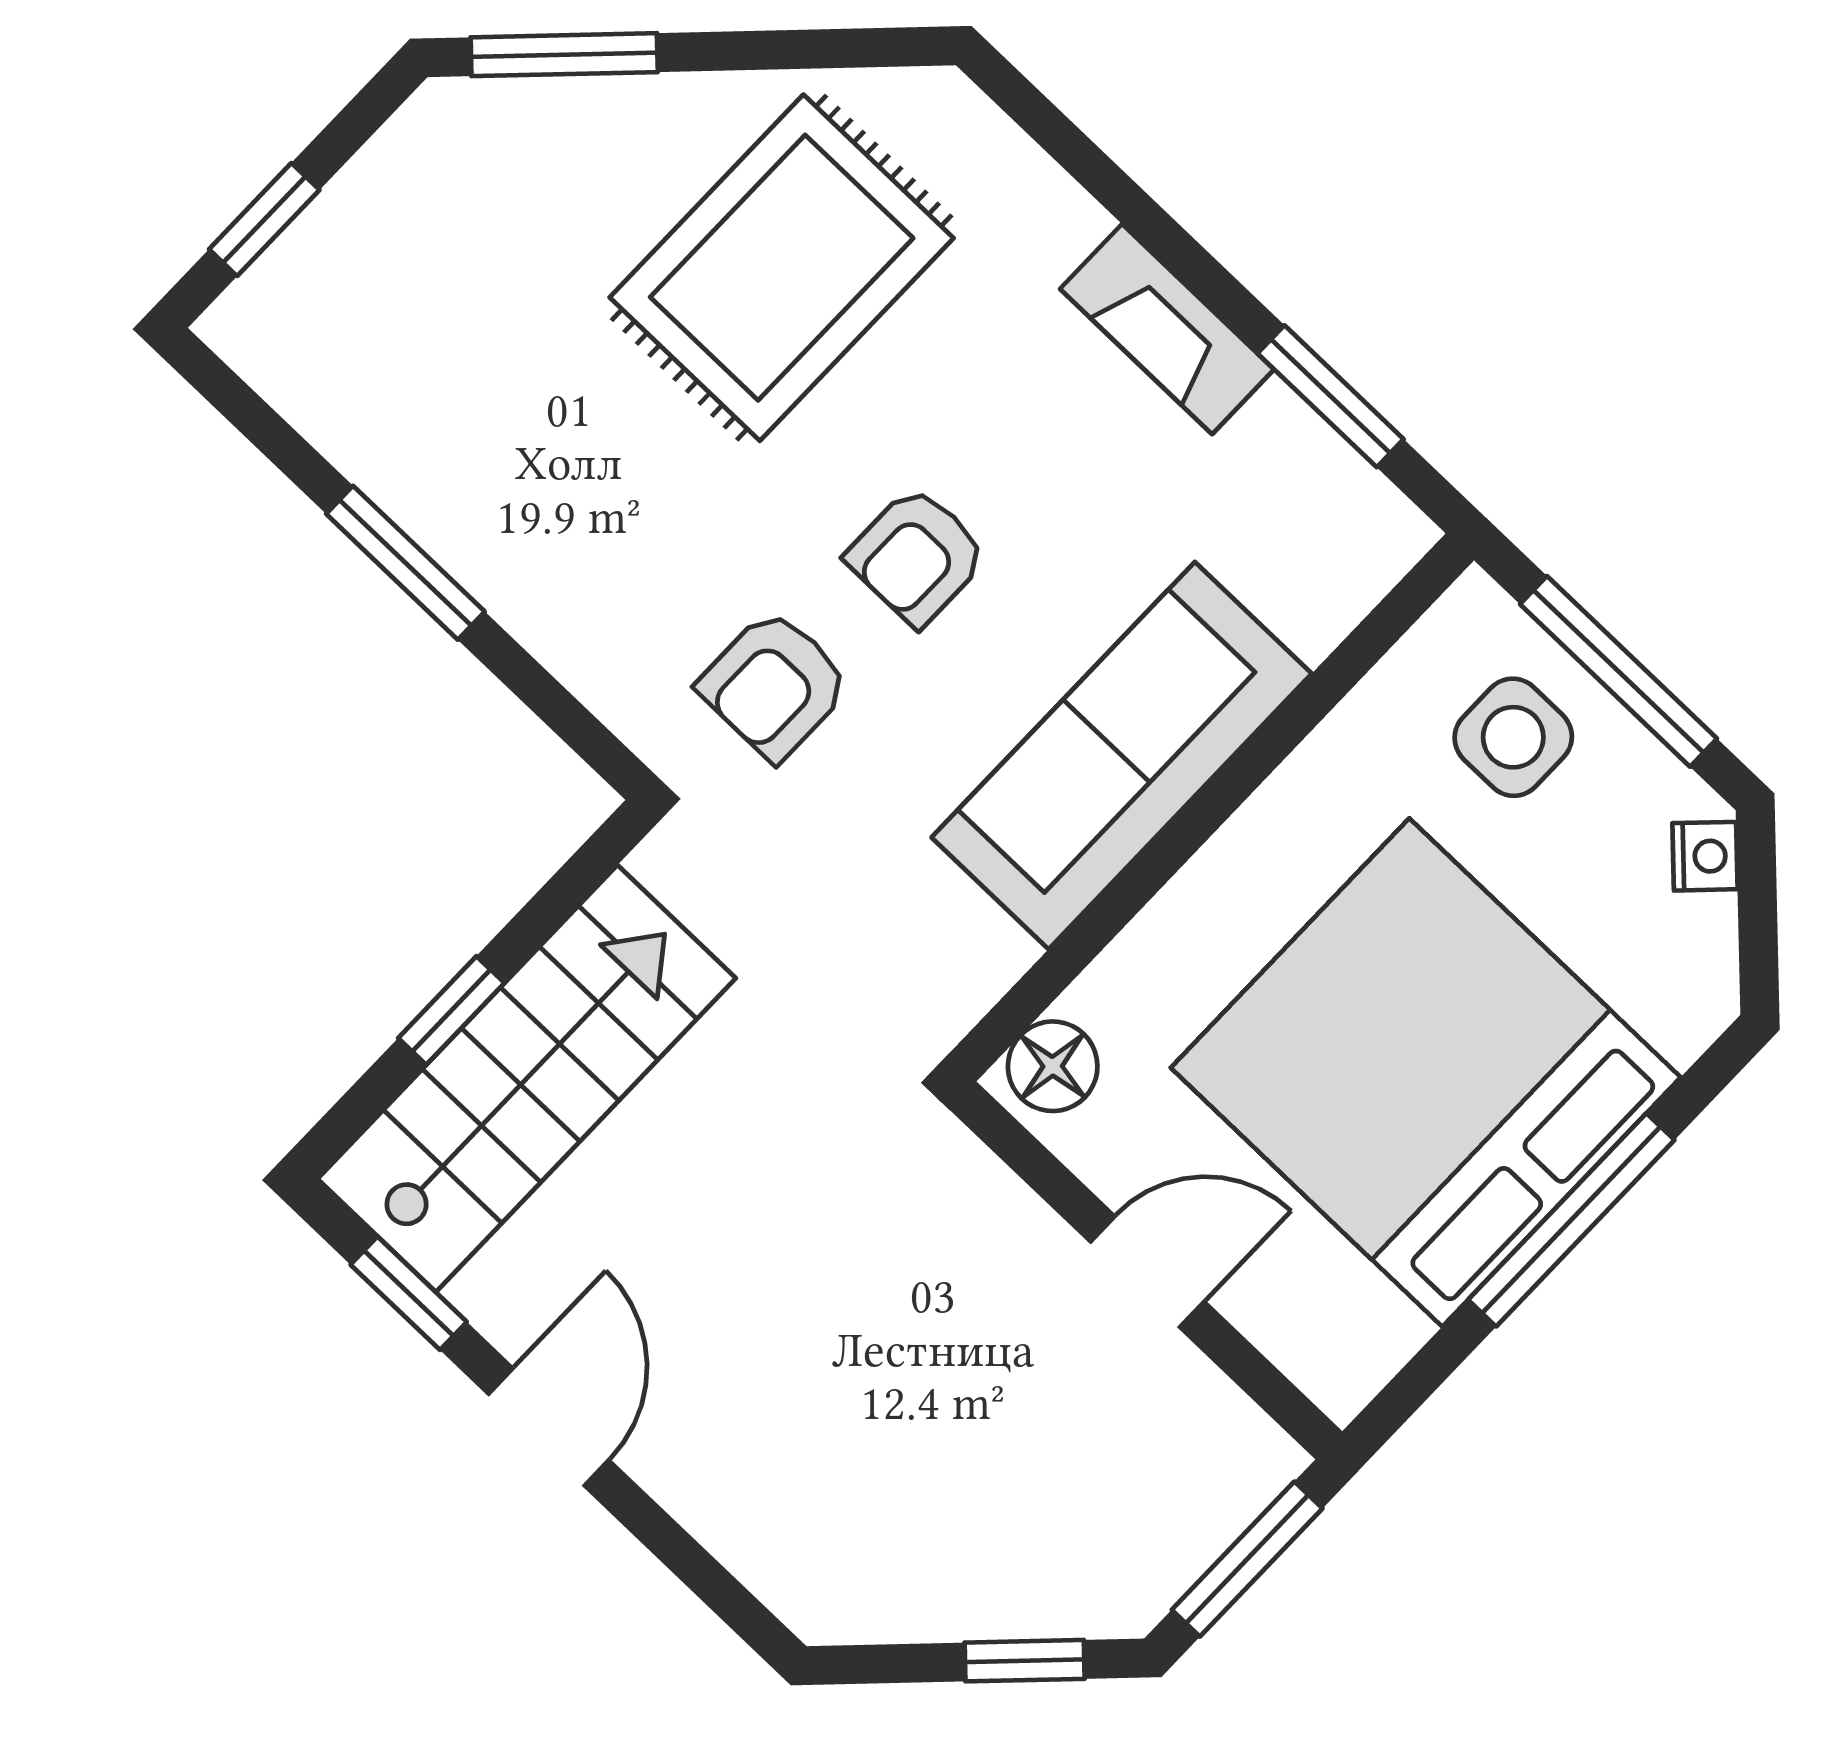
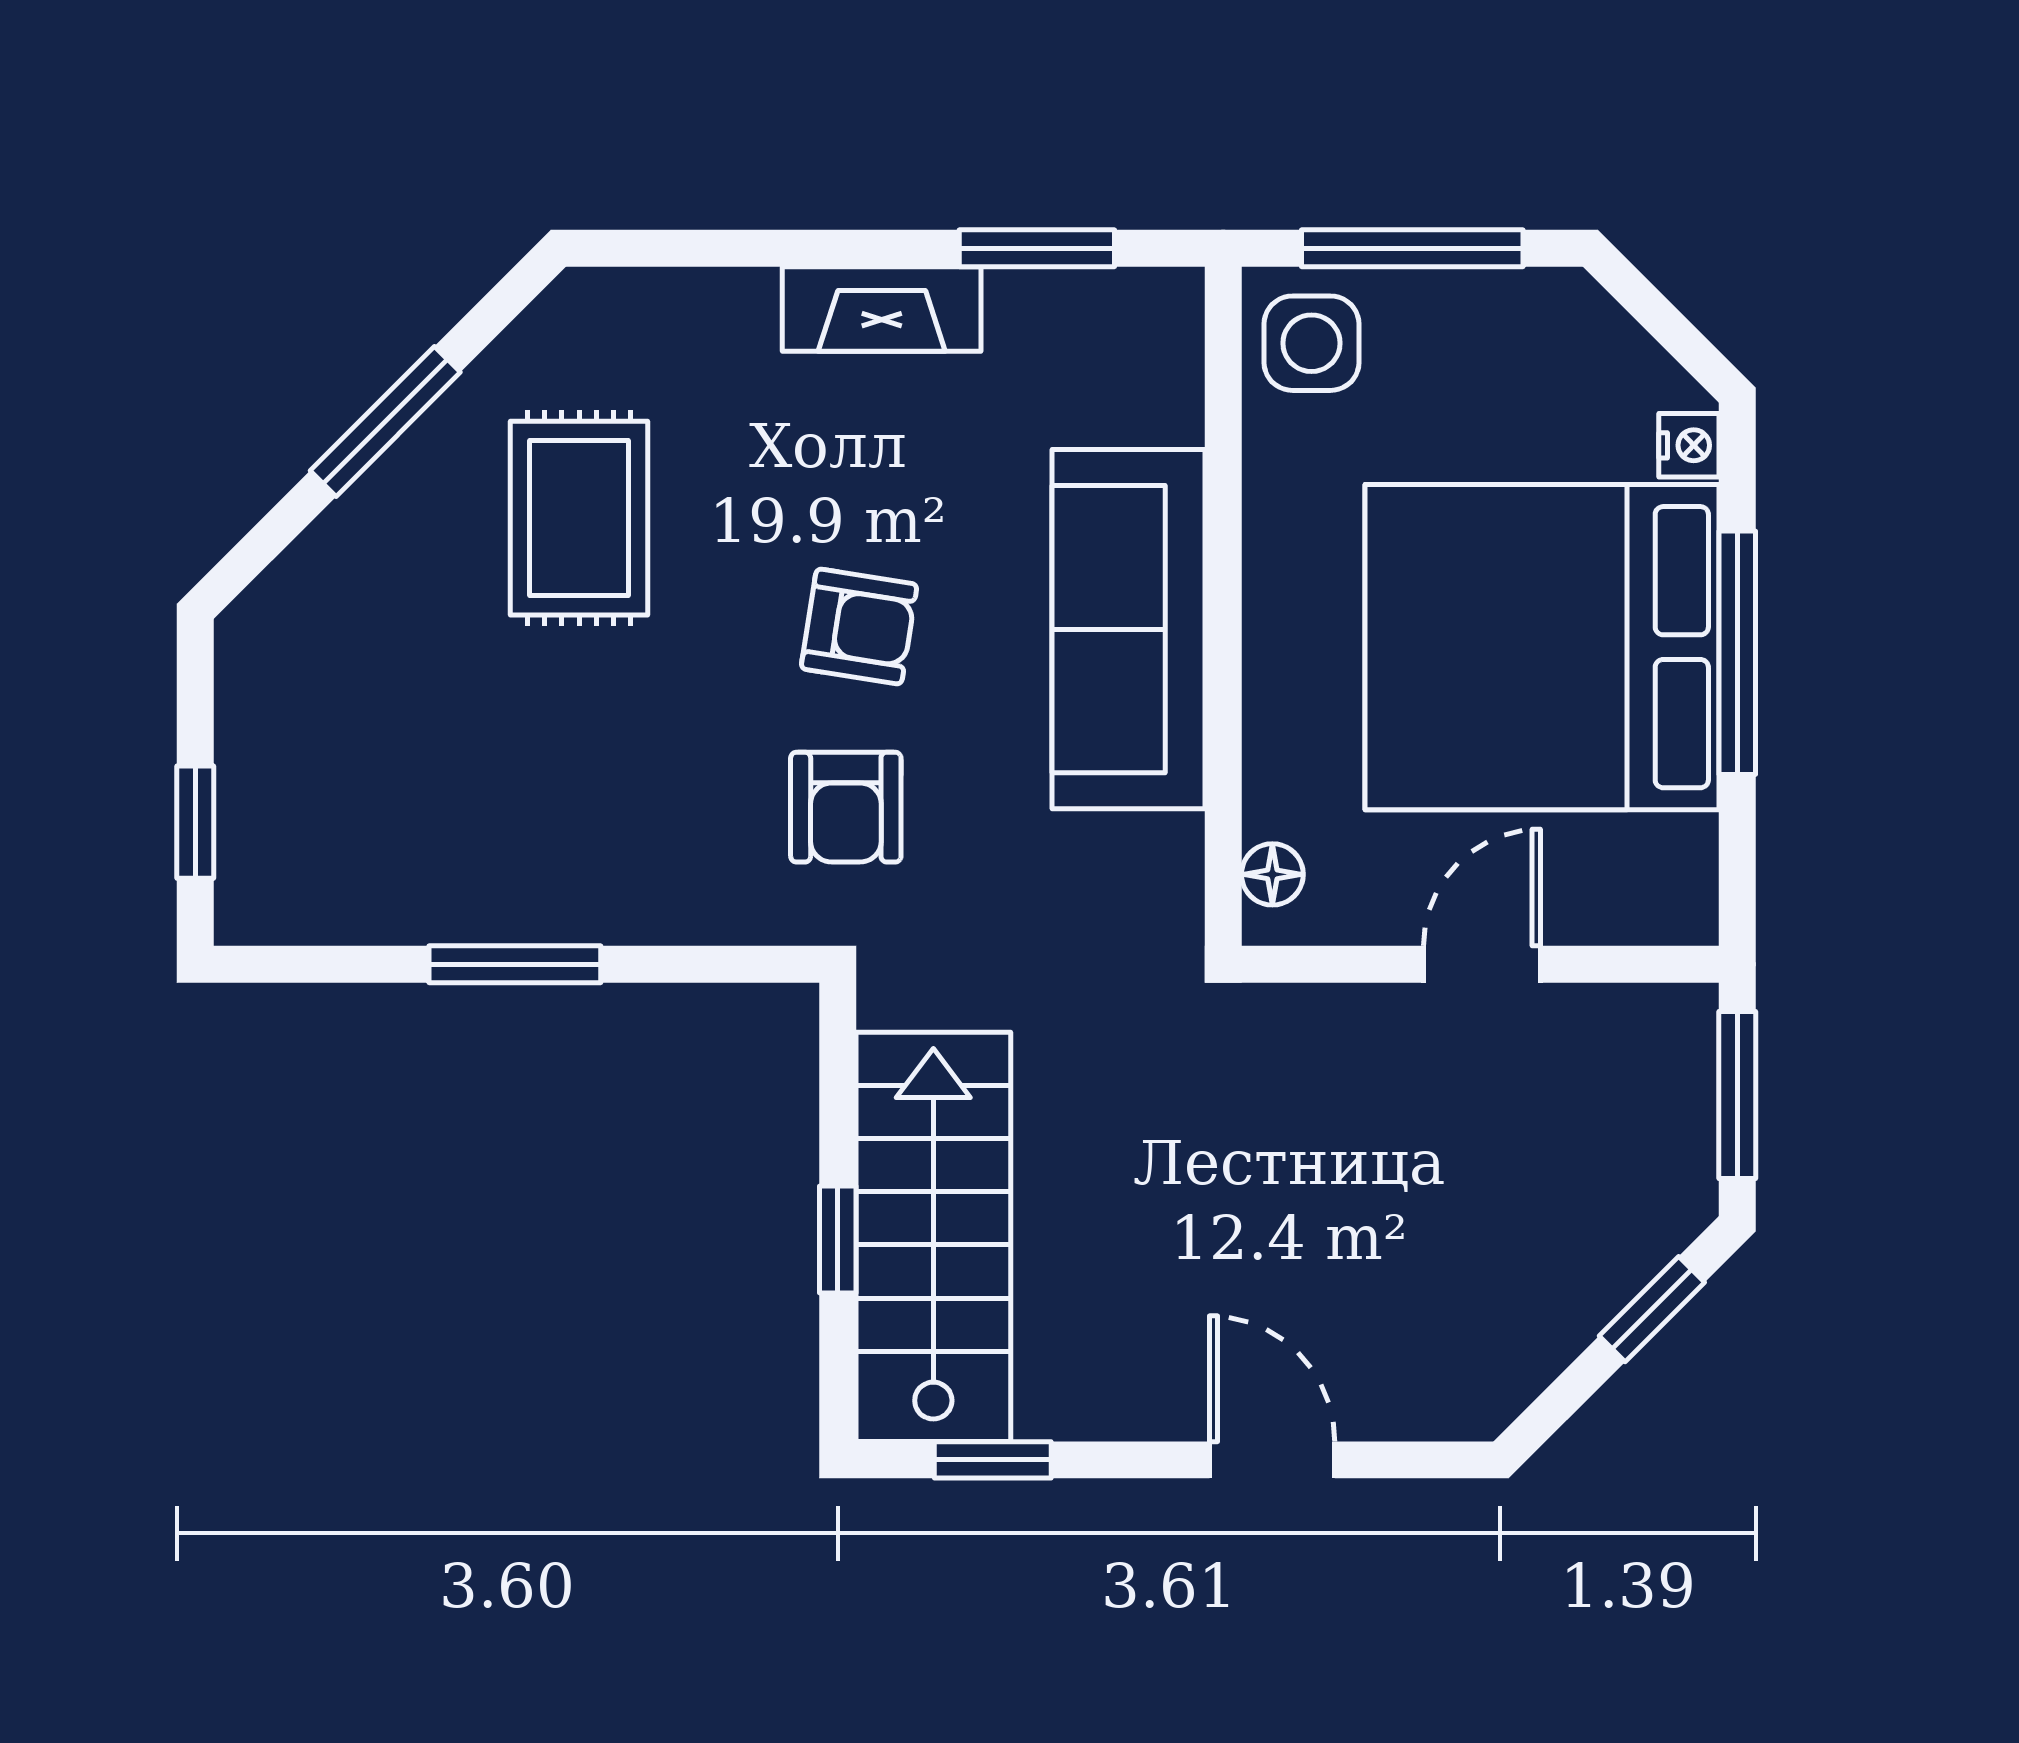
window: (564, 55) -> (385, 421), moved
rug: (782, 268) -> (579, 518), width x0.73, depth x0.70
armchair: (917, 556) -> (859, 626), turned -81
side table: (1513, 737) -> (1312, 343), moved
nightstand: (1705, 856) -> (1689, 445), moved, turned 45
floor lamp: (1053, 1066) -> (1272, 874), width x0.73, depth x0.73
door: (549, 1427) -> (1272, 1460), moved

